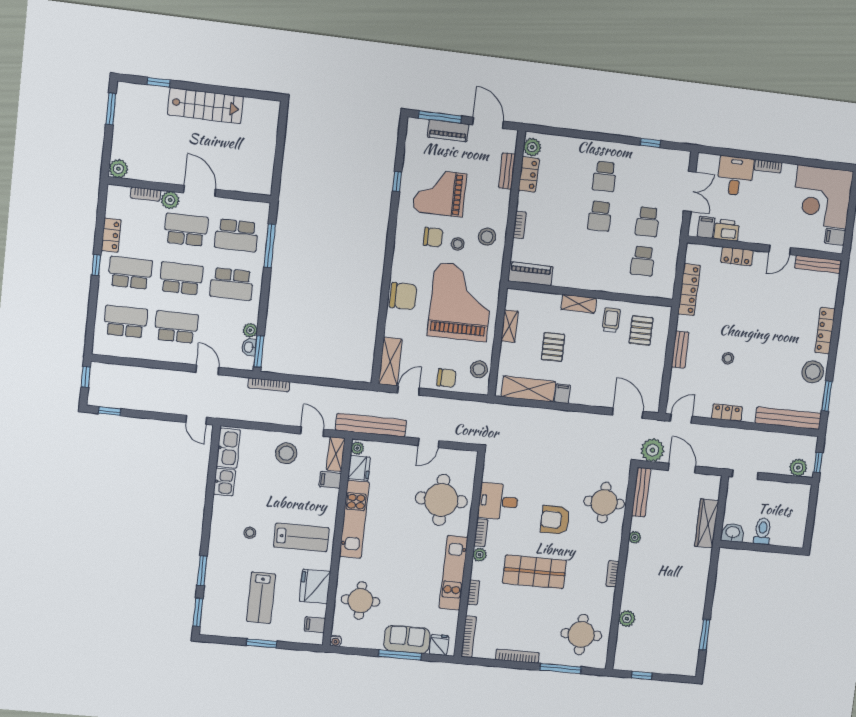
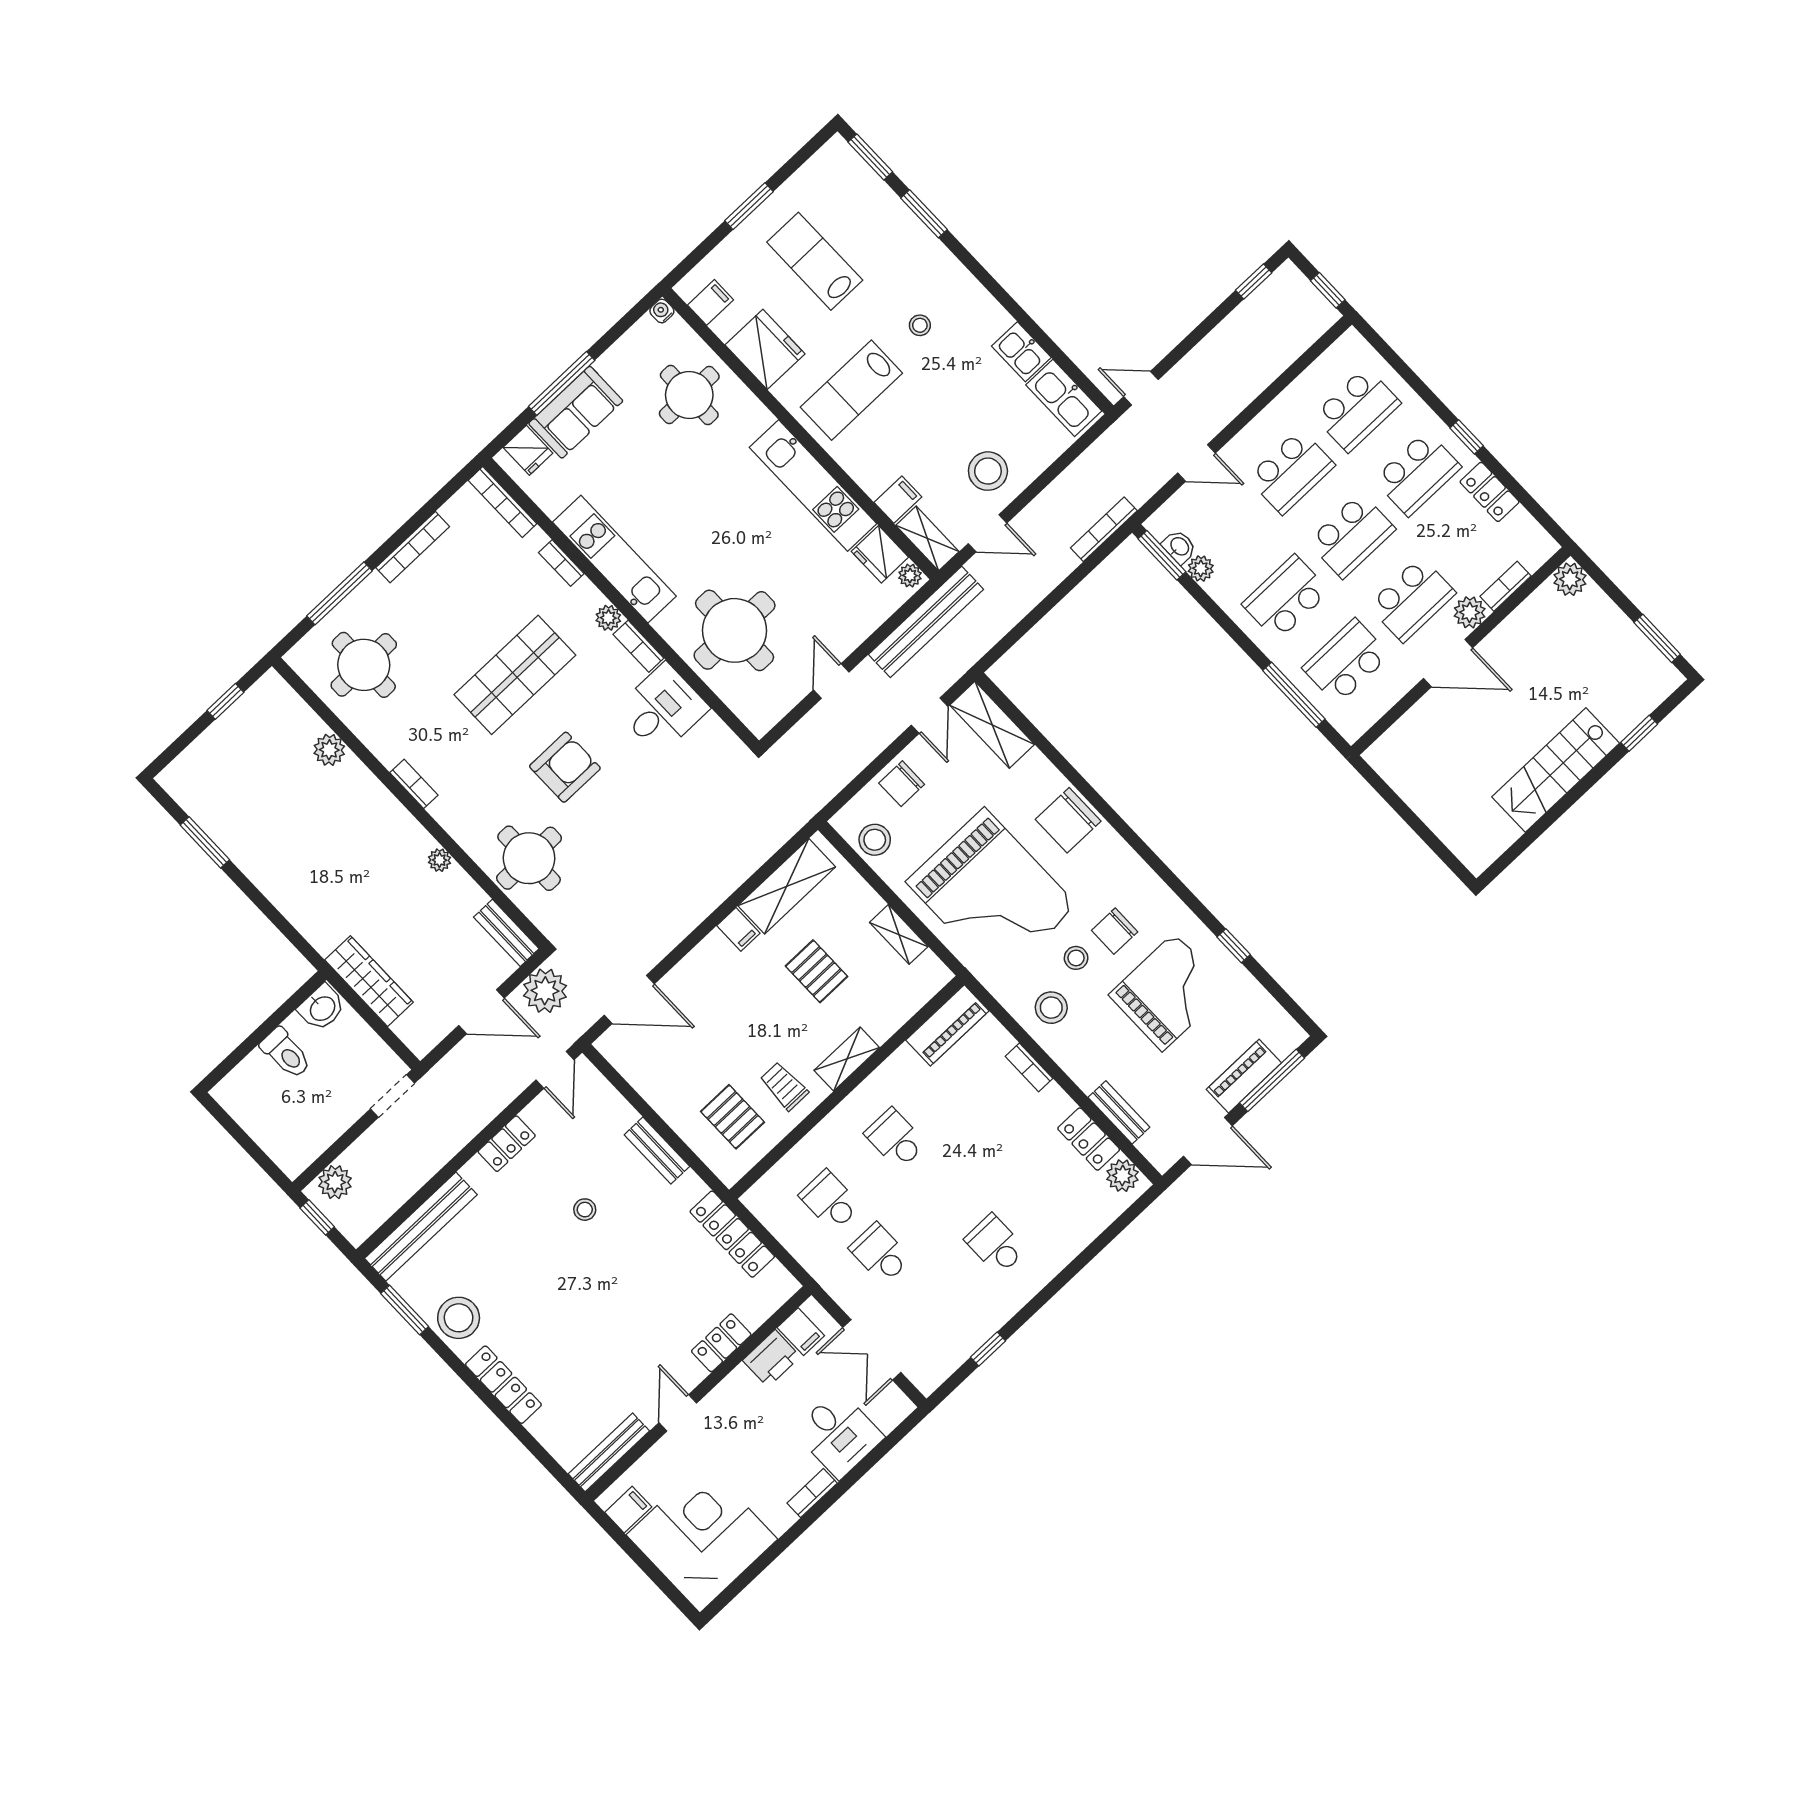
school desk: (600, 216) -> (895, 1139), moved
trolley: (611, 320) -> (784, 1086), turned 180
bench: (641, 492) -> (506, 933), width x0.73

